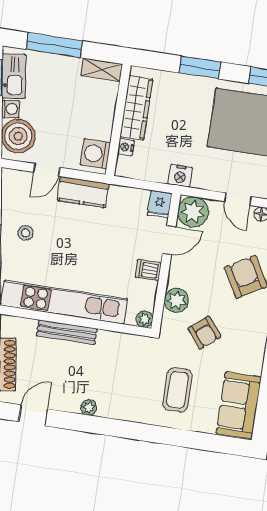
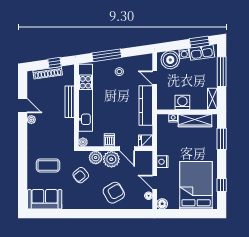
window: (200, 67) -> (222, 139), moved
washing machine: (95, 154) -> (182, 102), moved
nightstand: (180, 176) -> (162, 162), moved
kitchen counter: (83, 192) -> (146, 106), width x1.50
door: (238, 199) -> (155, 182), hinge flipped
plant: (193, 212) -> (111, 159), moved
door: (33, 415) -> (23, 106), moved

